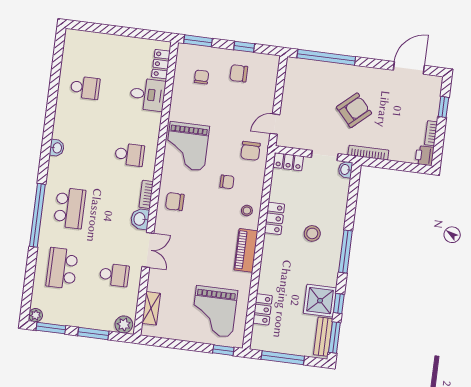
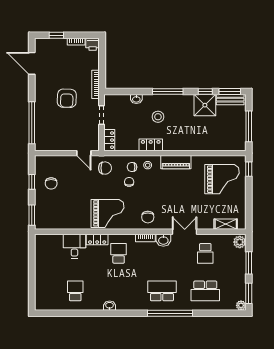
locker: (161, 64) -> (97, 239), moved
chair: (201, 77) -> (132, 167), moved
armchair: (354, 110) -> (67, 98), turned -136
washbasin: (57, 148) -> (110, 306), moved
washbasin: (345, 170) -> (136, 99), moved
school desk: (114, 275) -> (205, 253), turned 180
locker: (263, 309) -> (216, 145), removed

